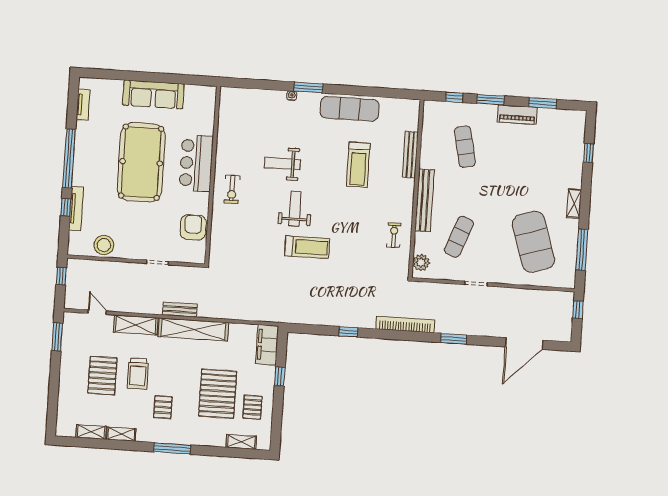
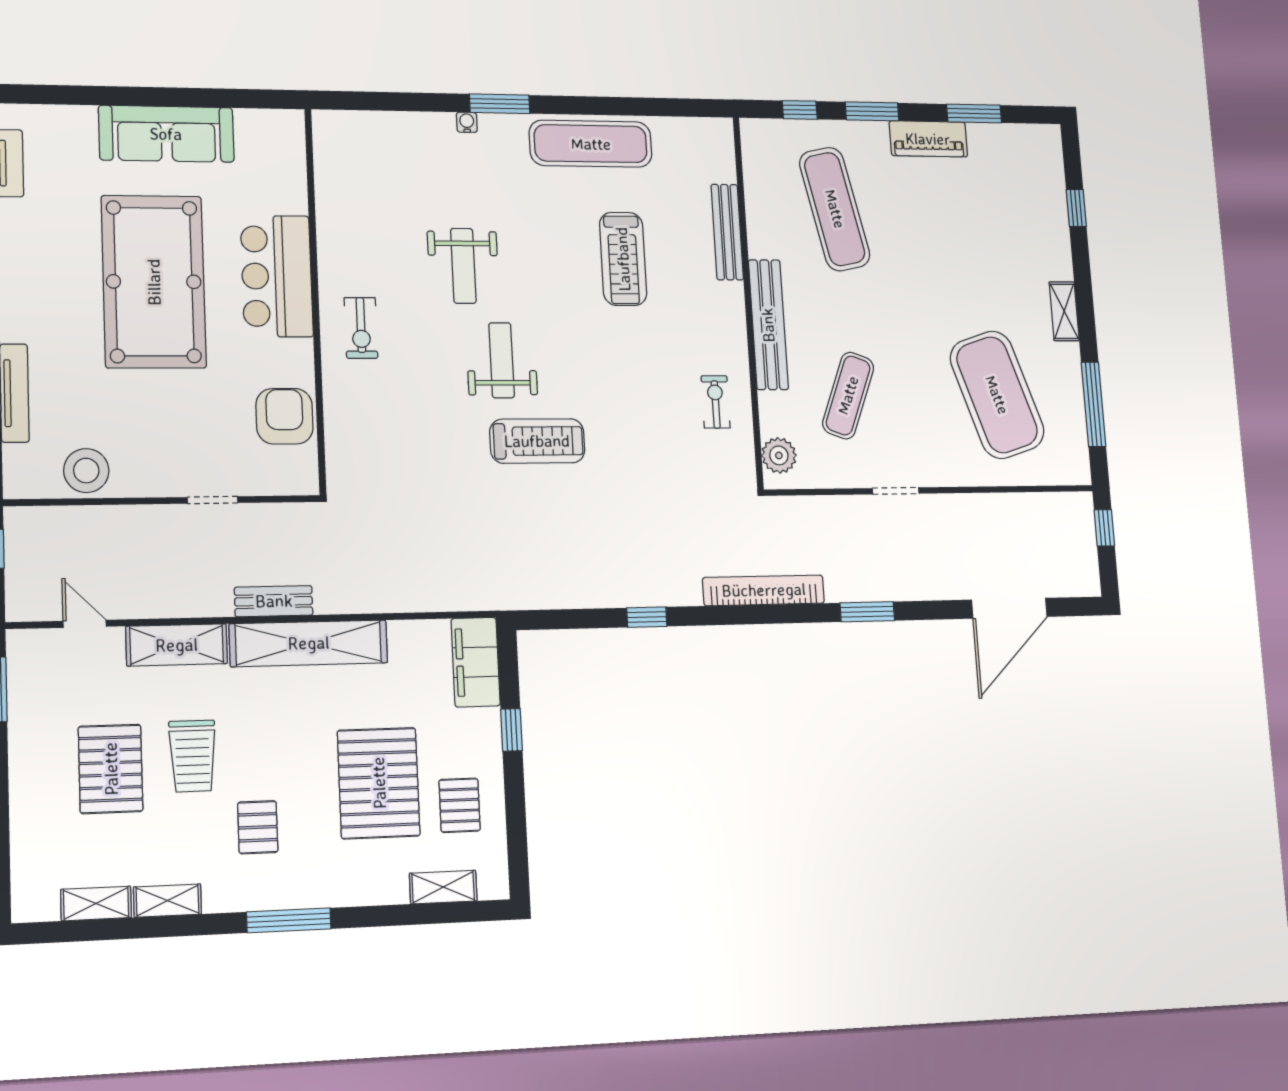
exercise mat: (465, 147) -> (835, 209), width x1.36, depth x1.45
weight bench: (282, 164) -> (463, 266), turned -90

